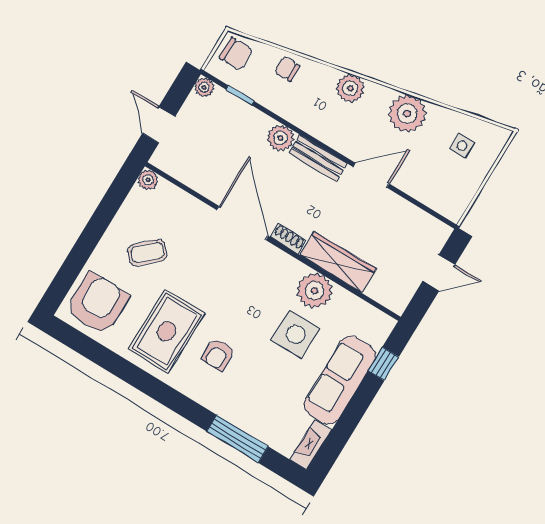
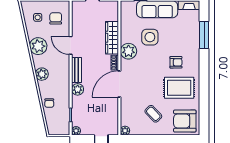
chair: (236, 54) -> (56, 18), moved
plant: (315, 291) -> (129, 51), moved

